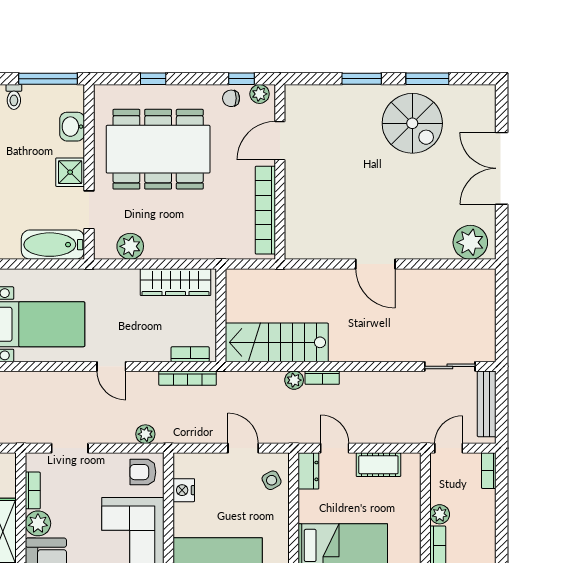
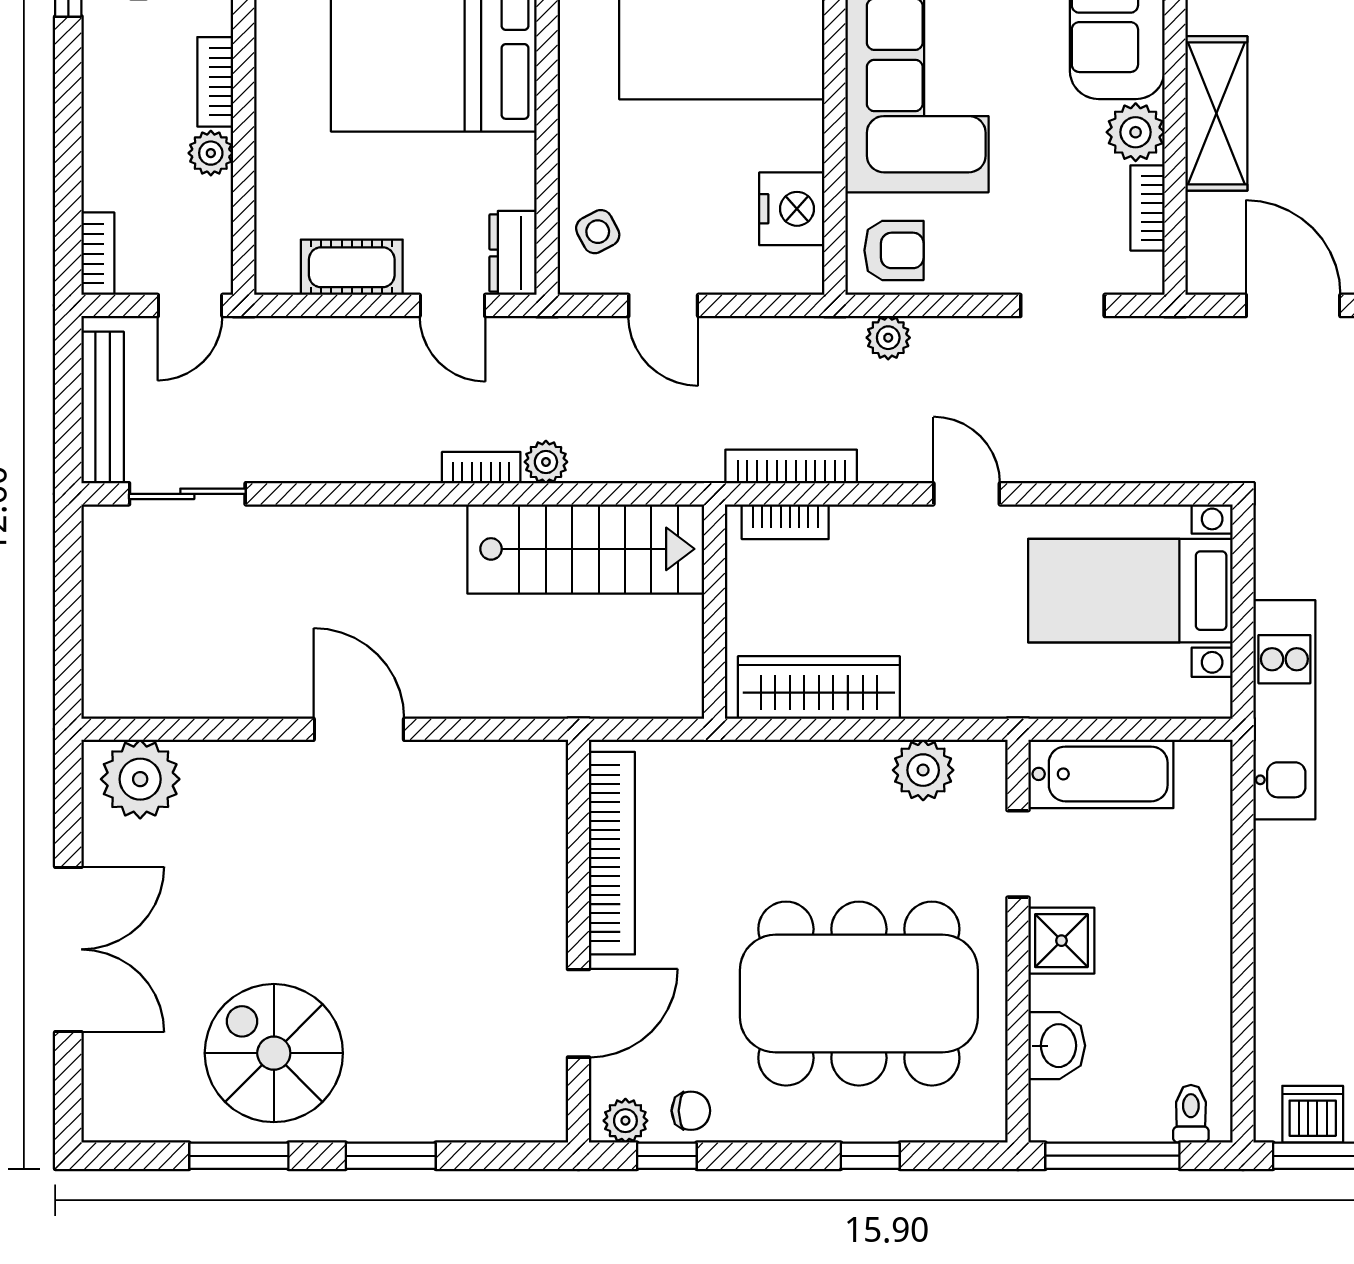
nightstand: (184, 490) -> (792, 209), width x1.36, depth x1.33

